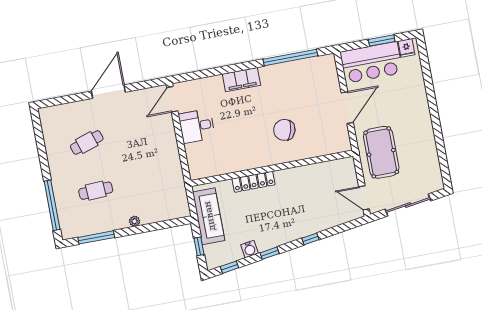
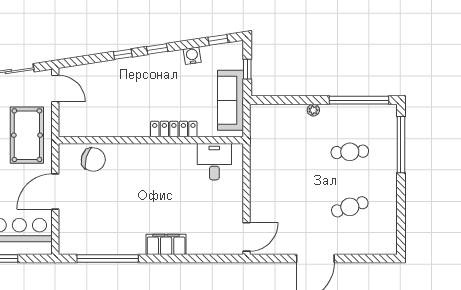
desk: (197, 126) -> (214, 162), moved, turned -90
chair: (284, 130) -> (93, 159), moved
window: (96, 237) -> (359, 100), width x1.46
window: (270, 253) -> (157, 49), moved

